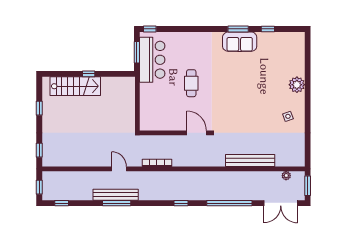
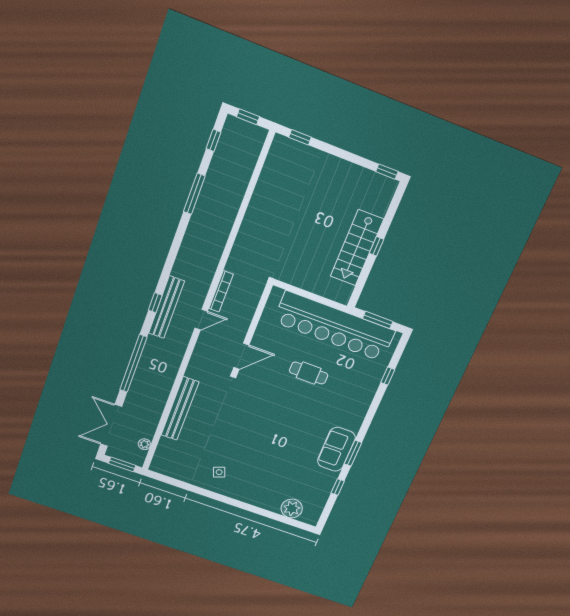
window: (150, 29) -> (388, 376), moved
bar counter: (152, 60) -> (334, 326), width x1.86
plant: (297, 85) -> (292, 508), moved
stairs: (75, 86) -> (357, 248), moved
window: (39, 108) -> (387, 172), moved
door: (119, 169) -> (201, 320), moved
bench: (116, 195) -> (166, 307), moved
window: (117, 203) -> (194, 194), moved

